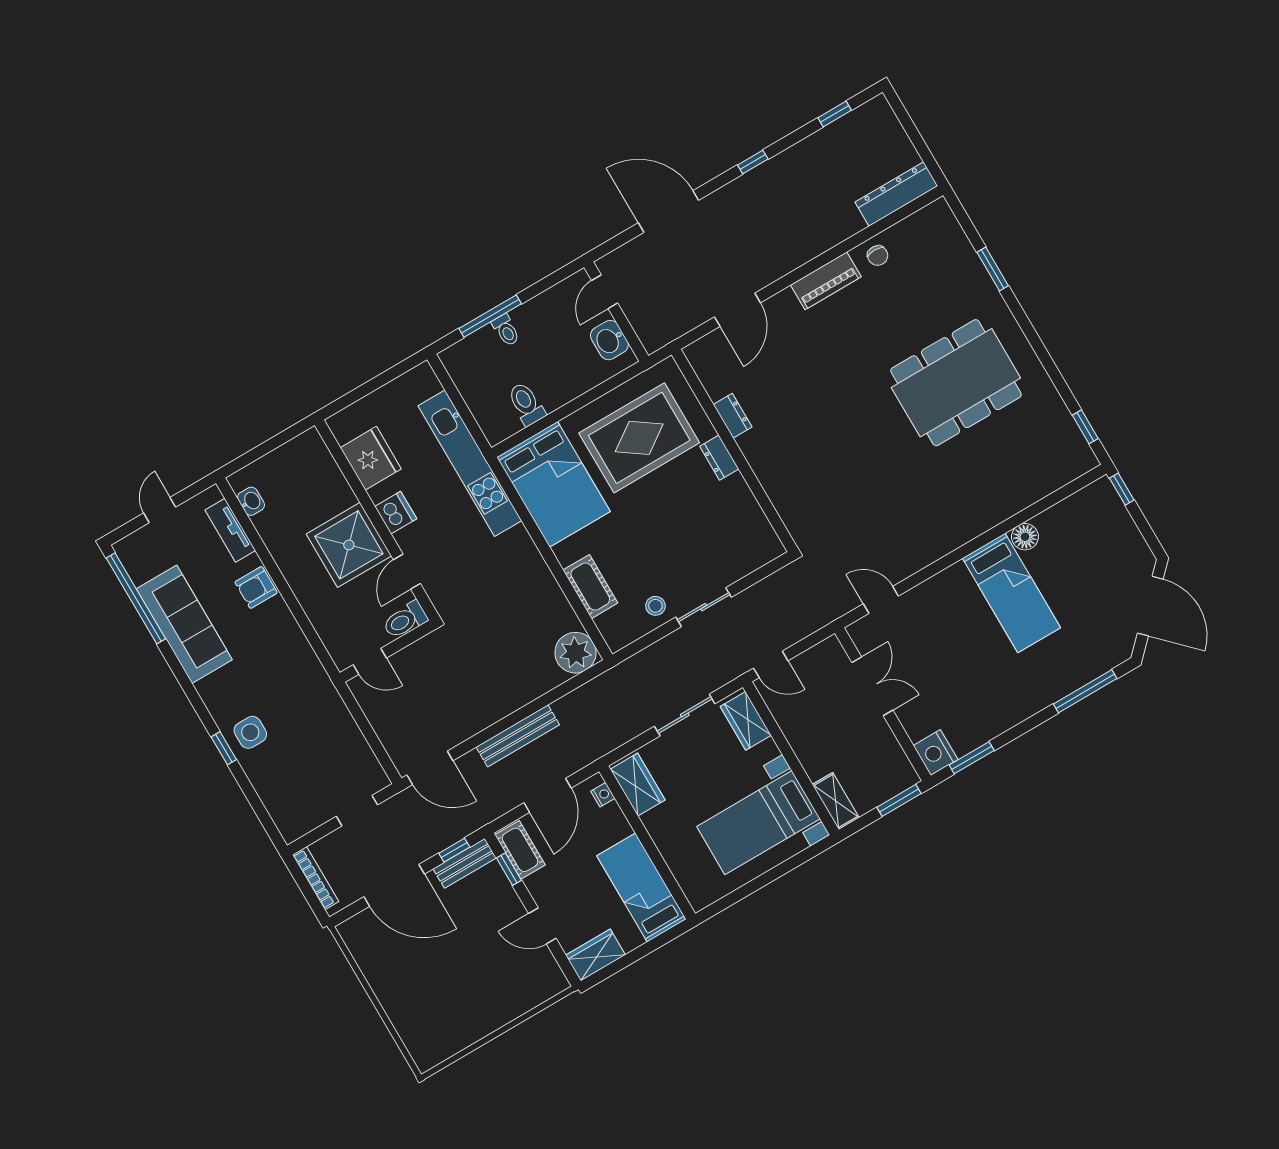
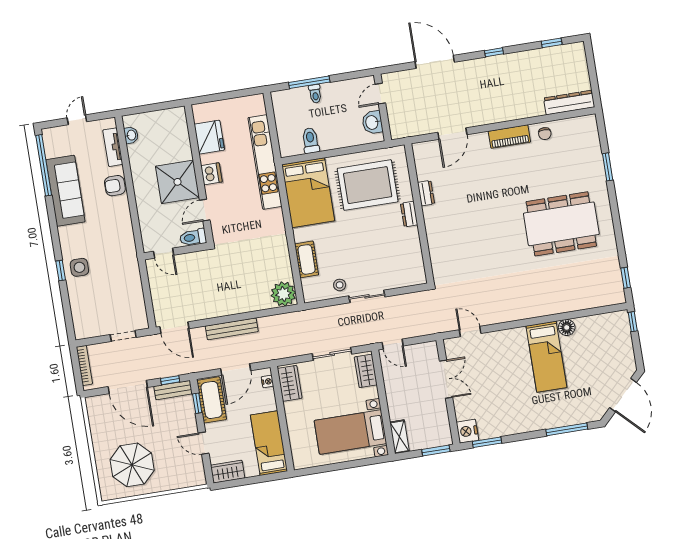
cot: (520, 850) -> (212, 400), width x1.37, depth x1.34
parasol: (447, 1001) -> (132, 465), added

